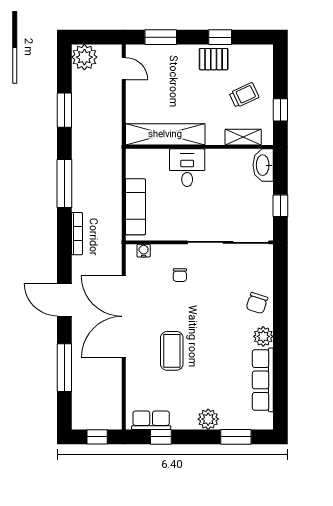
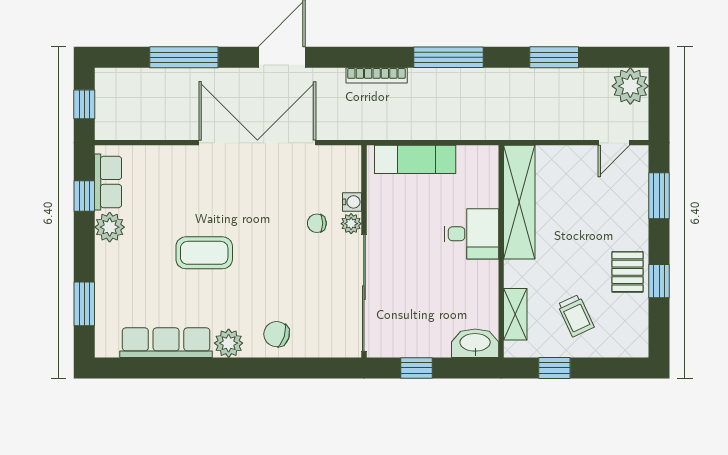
water cooler: (144, 251) -> (352, 202), moved
plant: (180, 251) -> (351, 224), added
coffee table: (172, 351) -> (204, 253), moved
plant: (208, 419) -> (110, 227), moved

